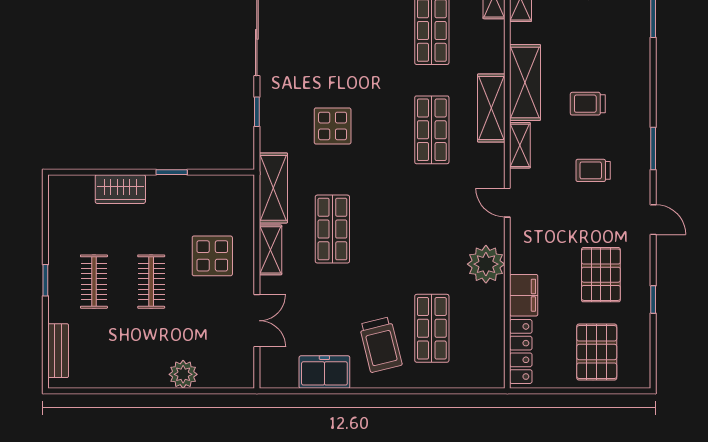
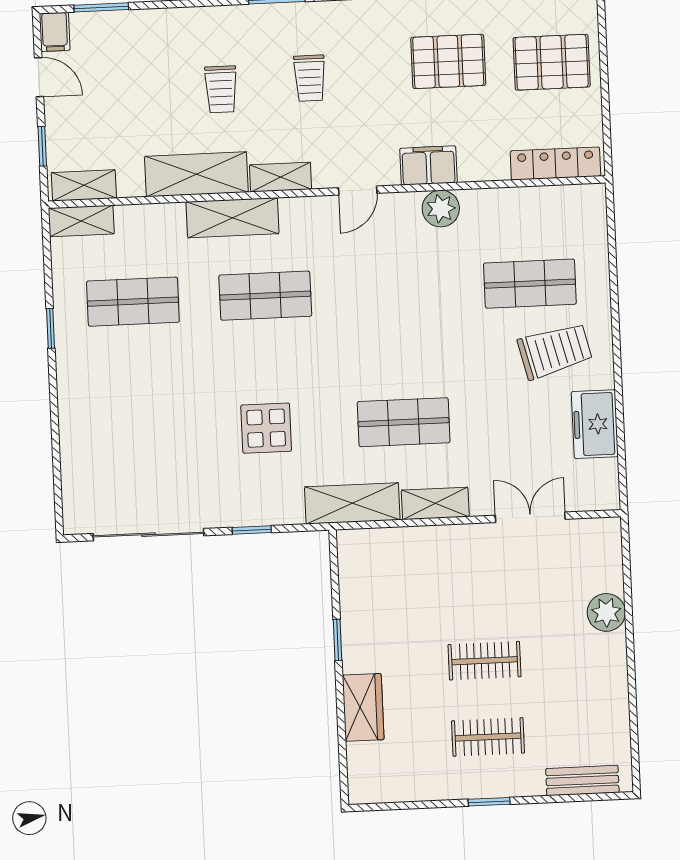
display table: (212, 256) -> (447, 581), removed
plant: (486, 264) -> (441, 209), width x0.73, depth x0.73
filing cabinet: (524, 295) -> (428, 165), moved

